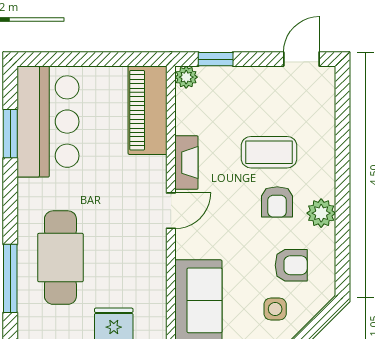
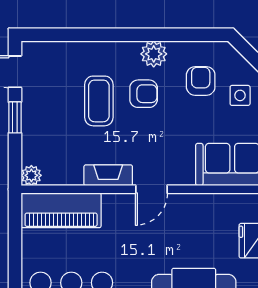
window: (216, 59) -> (15, 117), moved
door: (171, 211) -> (151, 189), swing flipped

